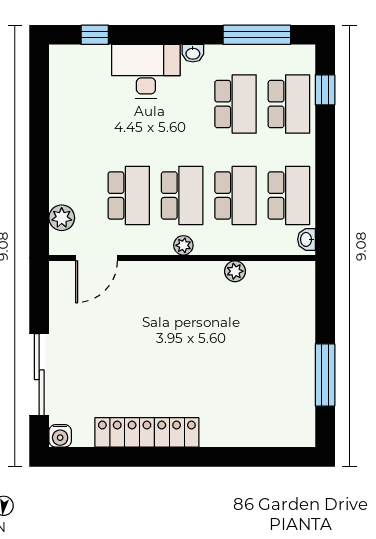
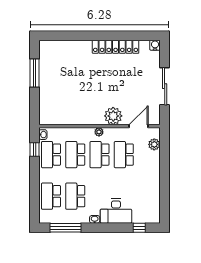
window: (325, 90) -> (34, 149), moved
plant: (235, 271) -> (113, 116), moved, width x1.88, depth x1.88
sliding door: (39, 375) -> (165, 86), moved

